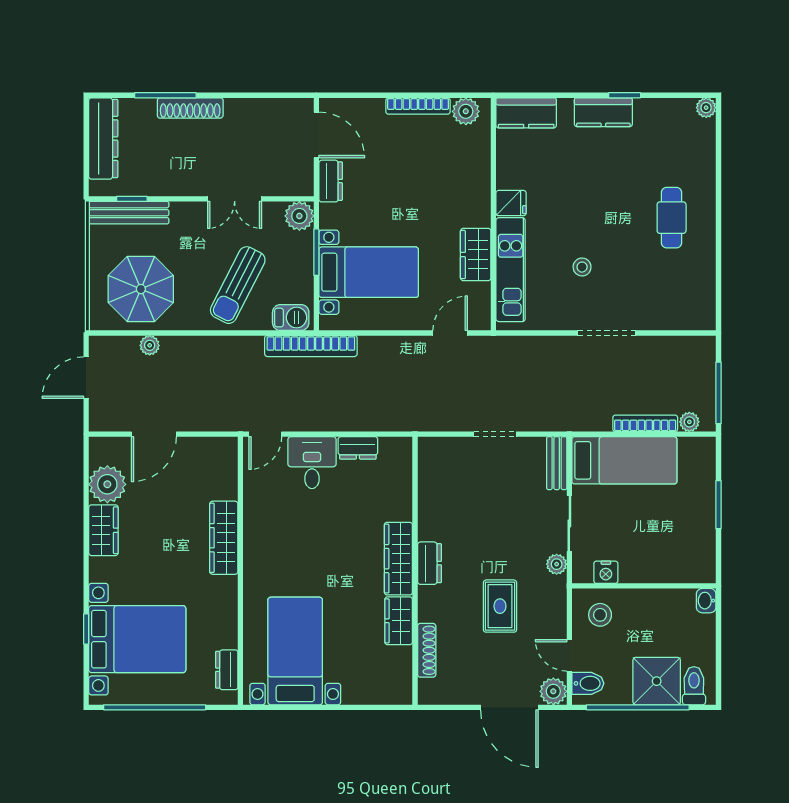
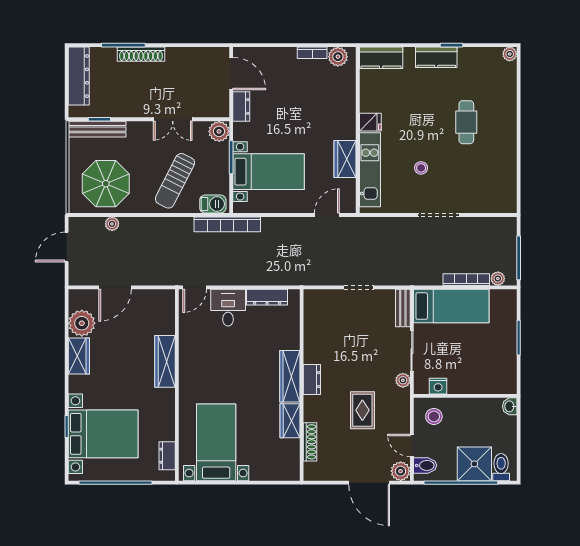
bookcase: (418, 106) -> (312, 53), width x0.64
cafe table: (672, 218) -> (466, 122), moved
dresser: (358, 448) -> (267, 297), width x1.44

